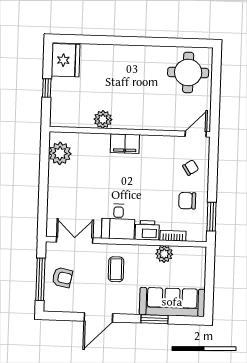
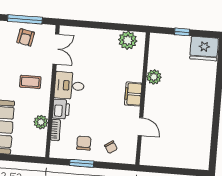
round table: (188, 72) -> (189, 149), removed
door: (196, 134) -> (140, 127), moved
window: (211, 217) -> (82, 163), moved

